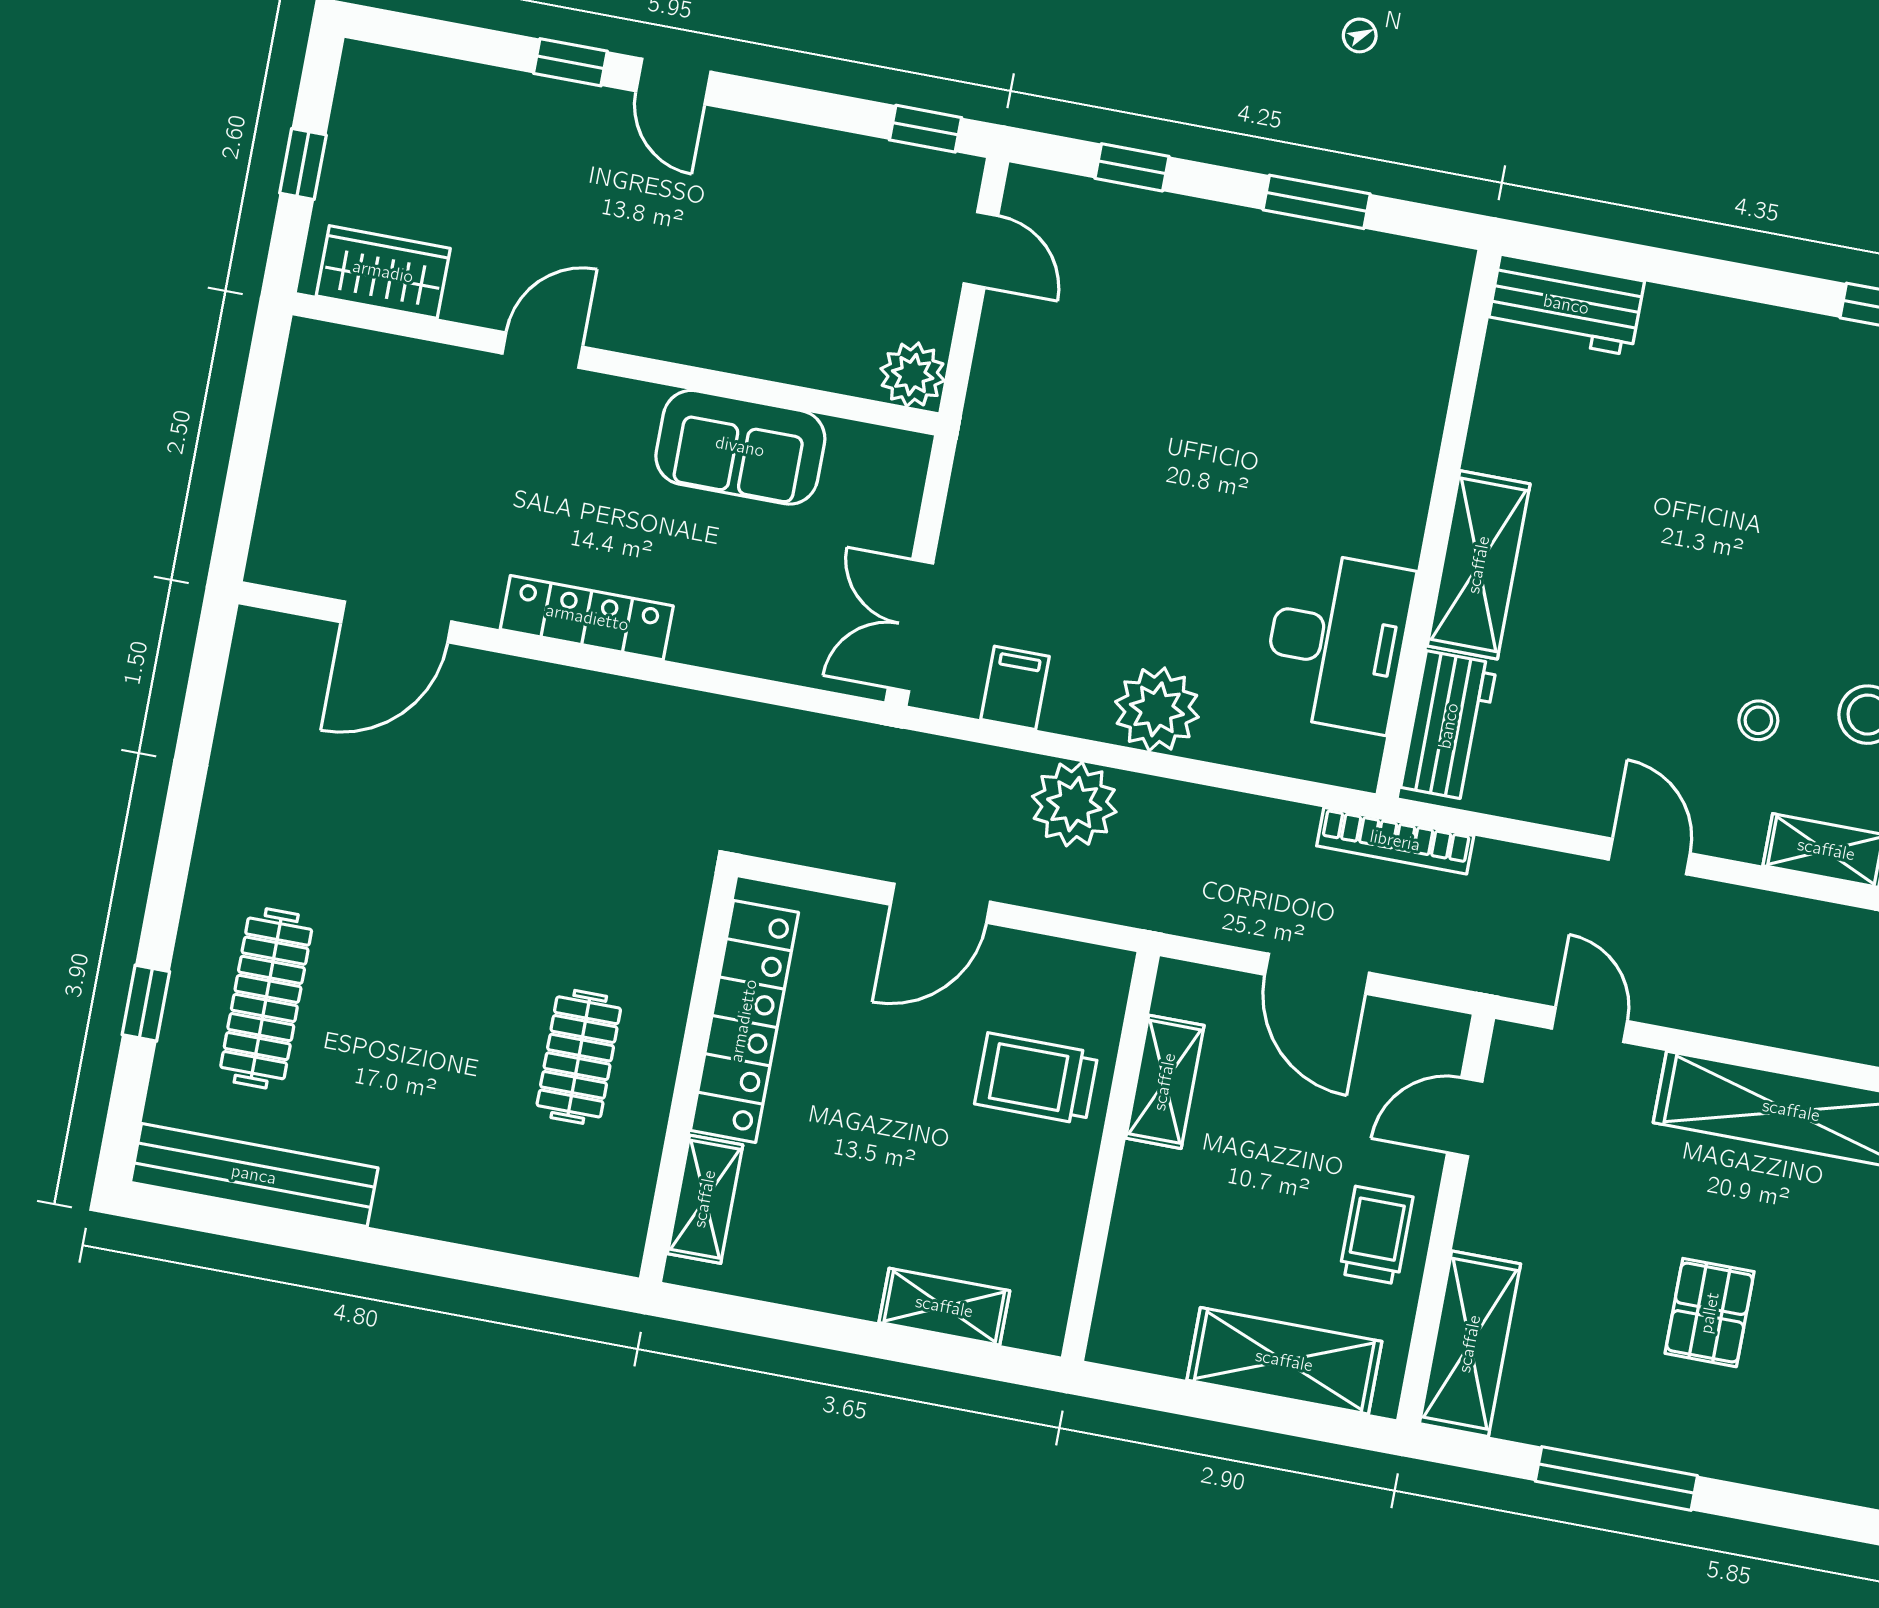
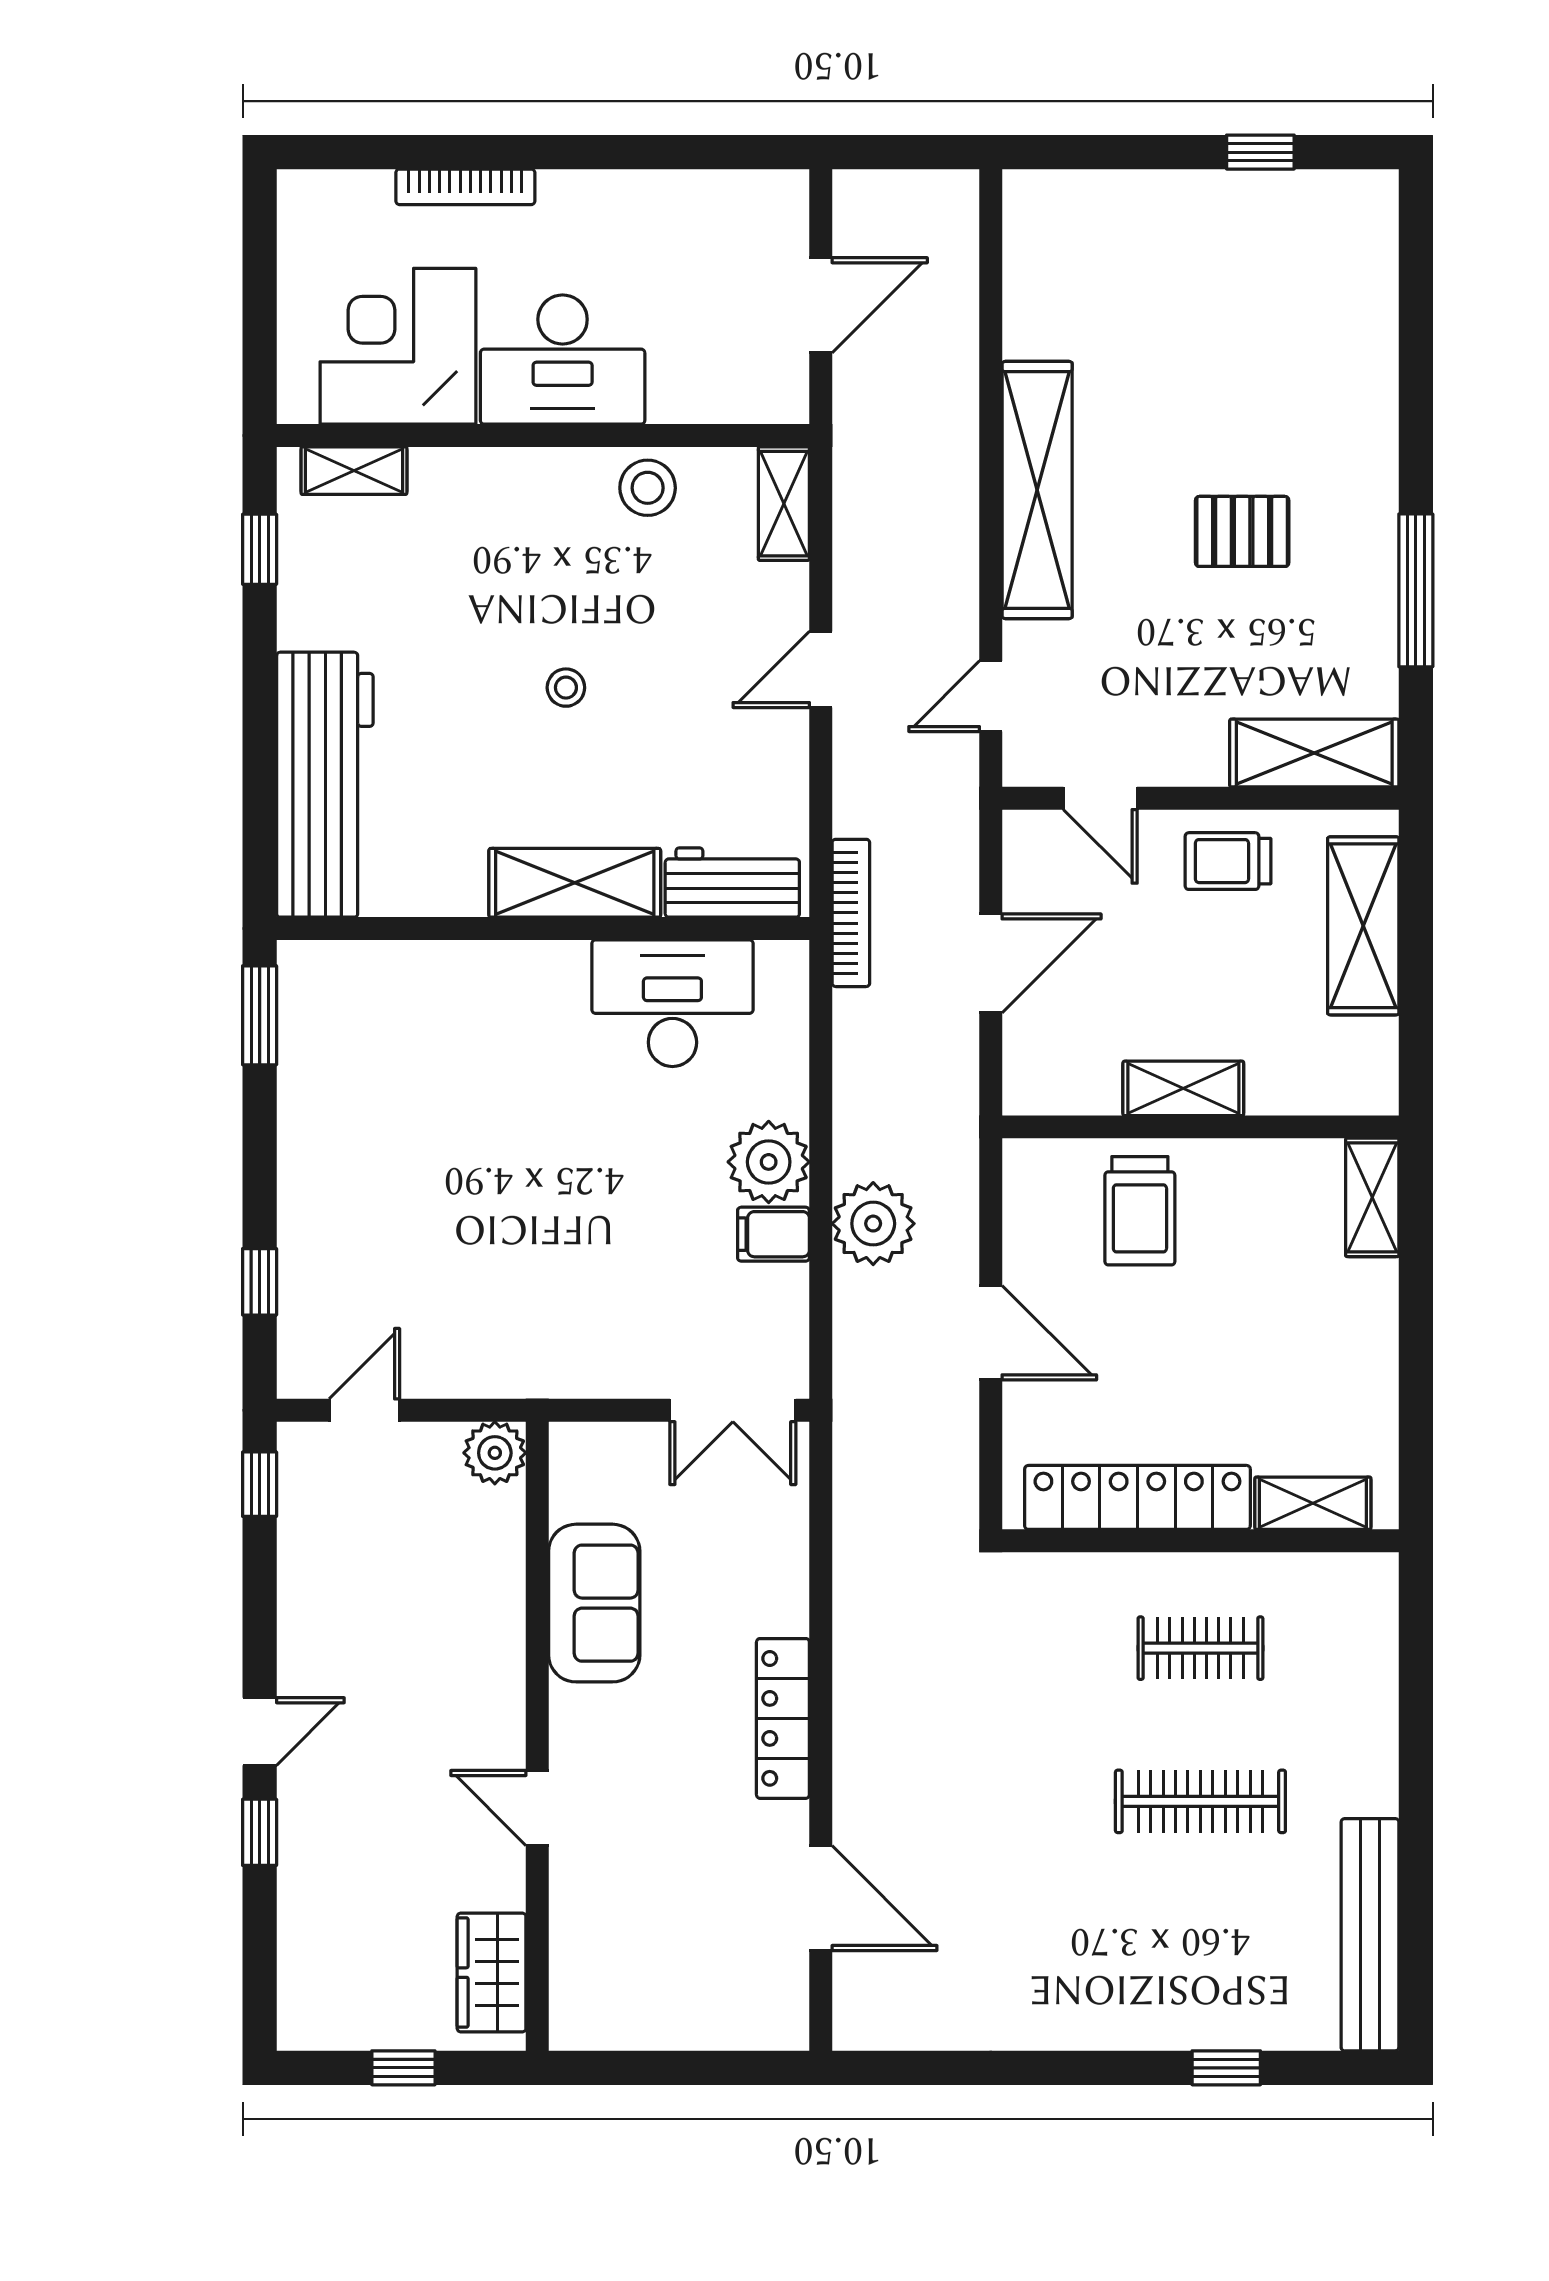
window: (1317, 202) -> (260, 1015), moved
workbench: (1566, 305) -> (325, 785), width x1.88, depth x1.32
filing cabinet: (1015, 688) -> (773, 1234), moved
stool: (1758, 720) -> (566, 688), moved
clothes rail: (266, 998) -> (1200, 1801), moved
shelving: (1165, 1082) -> (1183, 1088), moved
shelving: (944, 1307) -> (1372, 1197), moved

